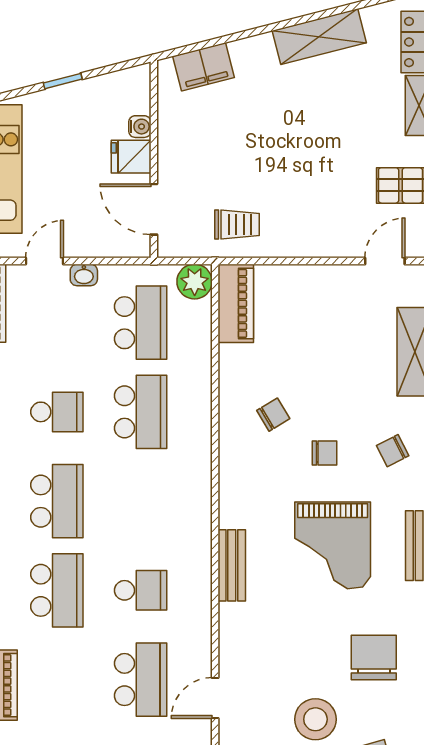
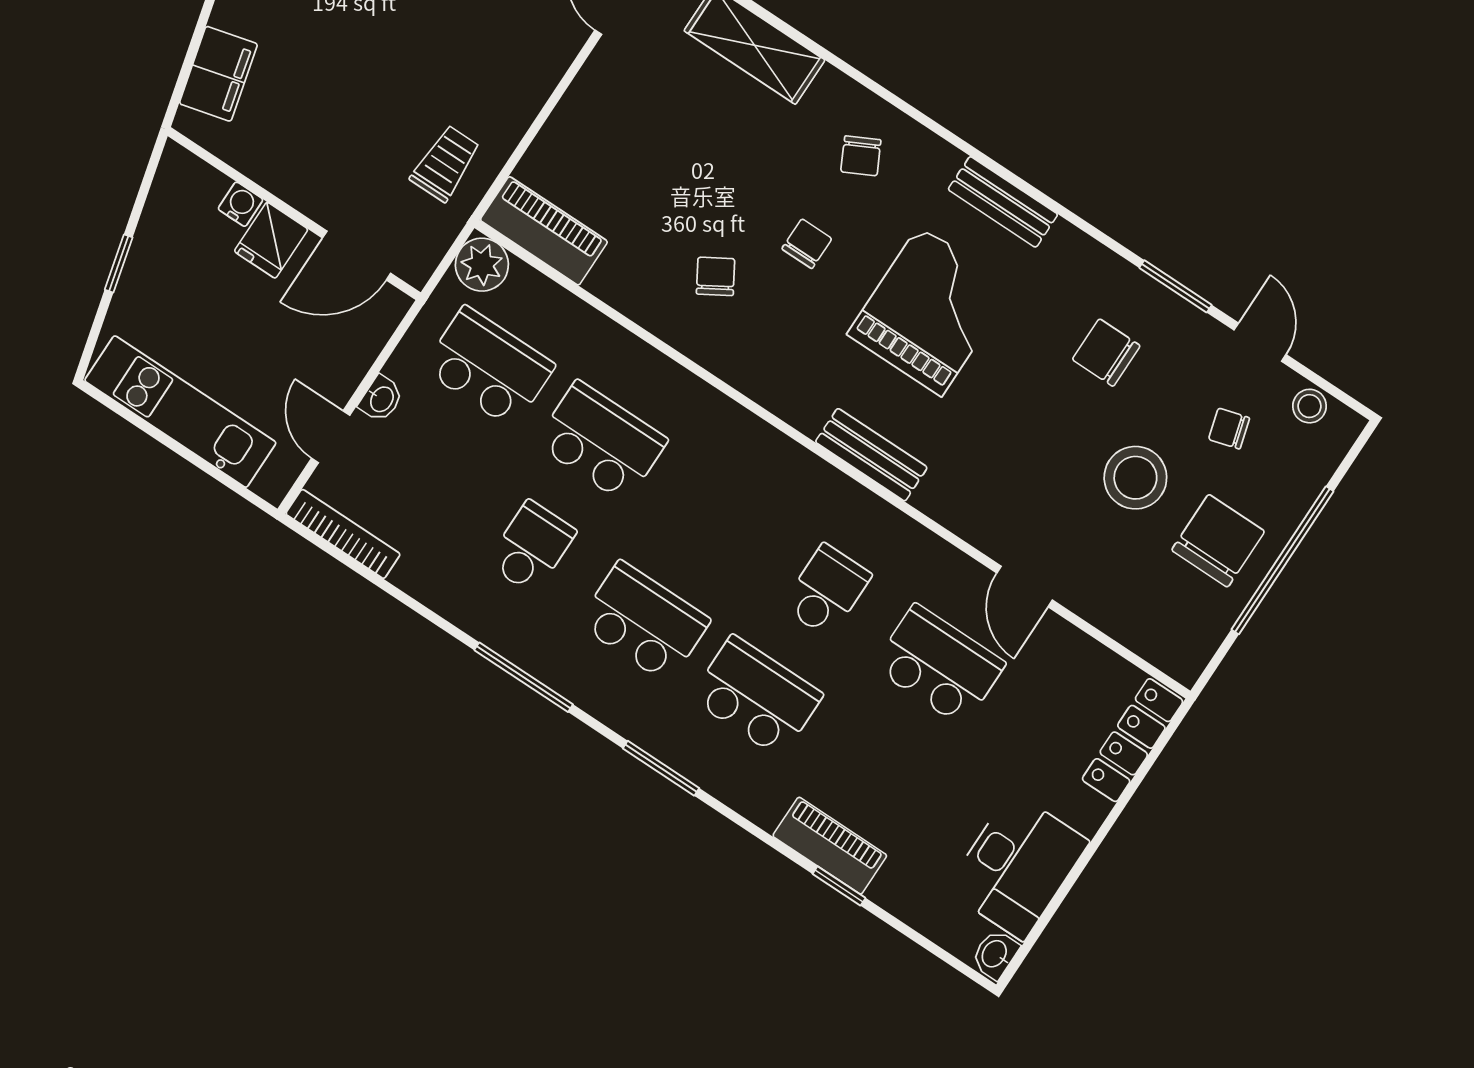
grand piano: (333, 545) -> (930, 311), turned -90
chair: (374, 658) -> (1106, 353), width x0.73, depth x0.73

